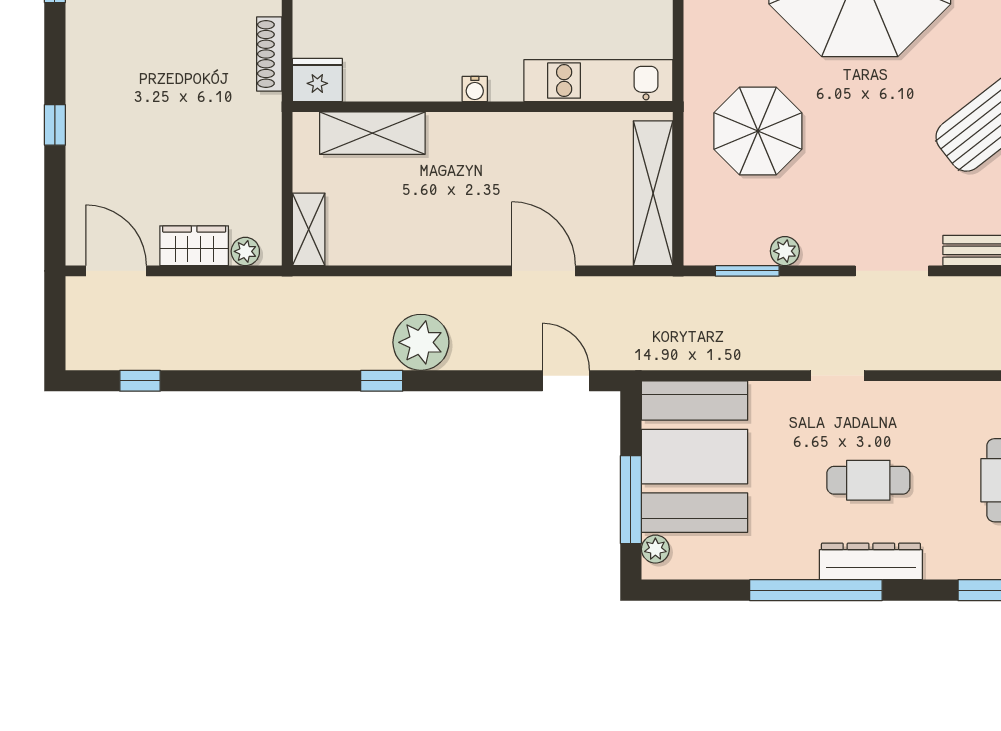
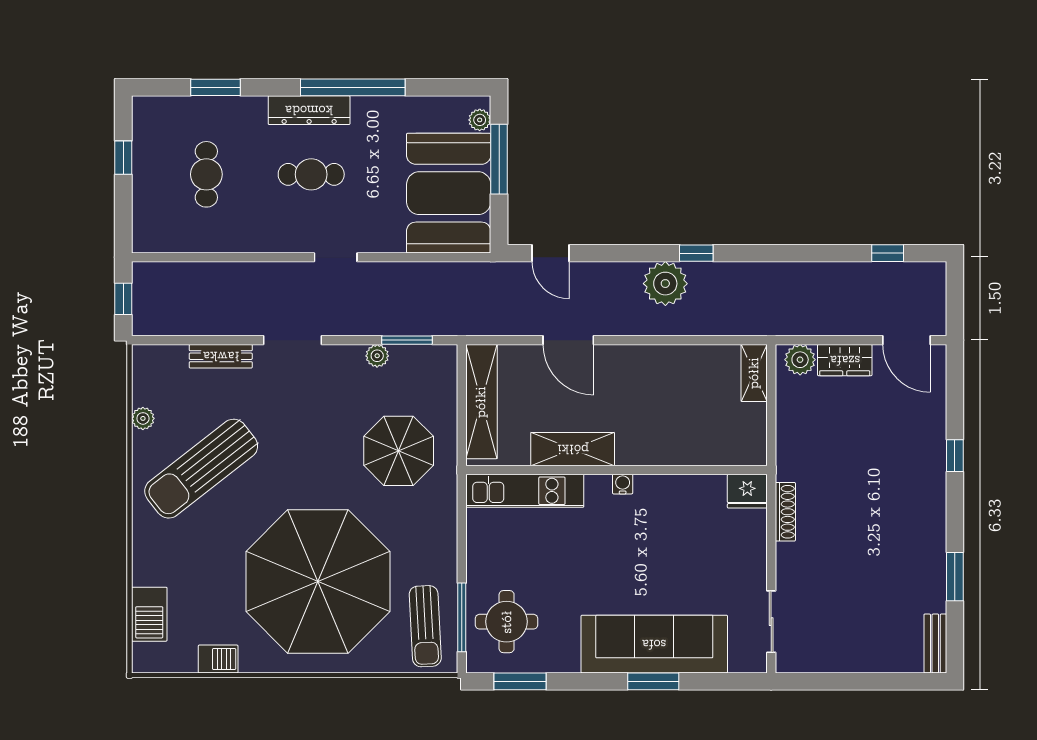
shelving: (372, 133) -> (573, 449), moved
plant: (245, 251) -> (800, 360), width x1.38, depth x1.38

